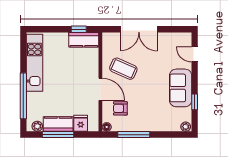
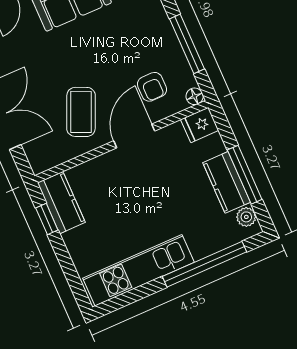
fridge: (81, 123) -> (200, 125), moved

